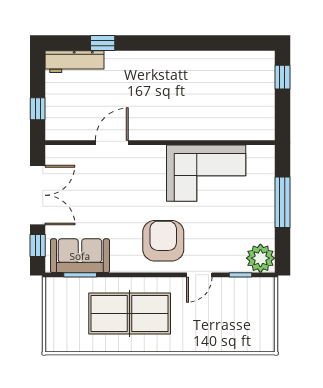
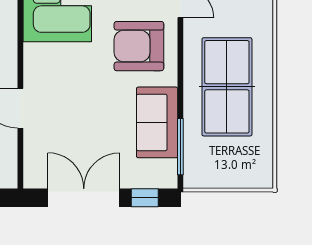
sofa: (80, 256) -> (157, 122), moved
window: (80, 275) -> (180, 147), width x1.44

